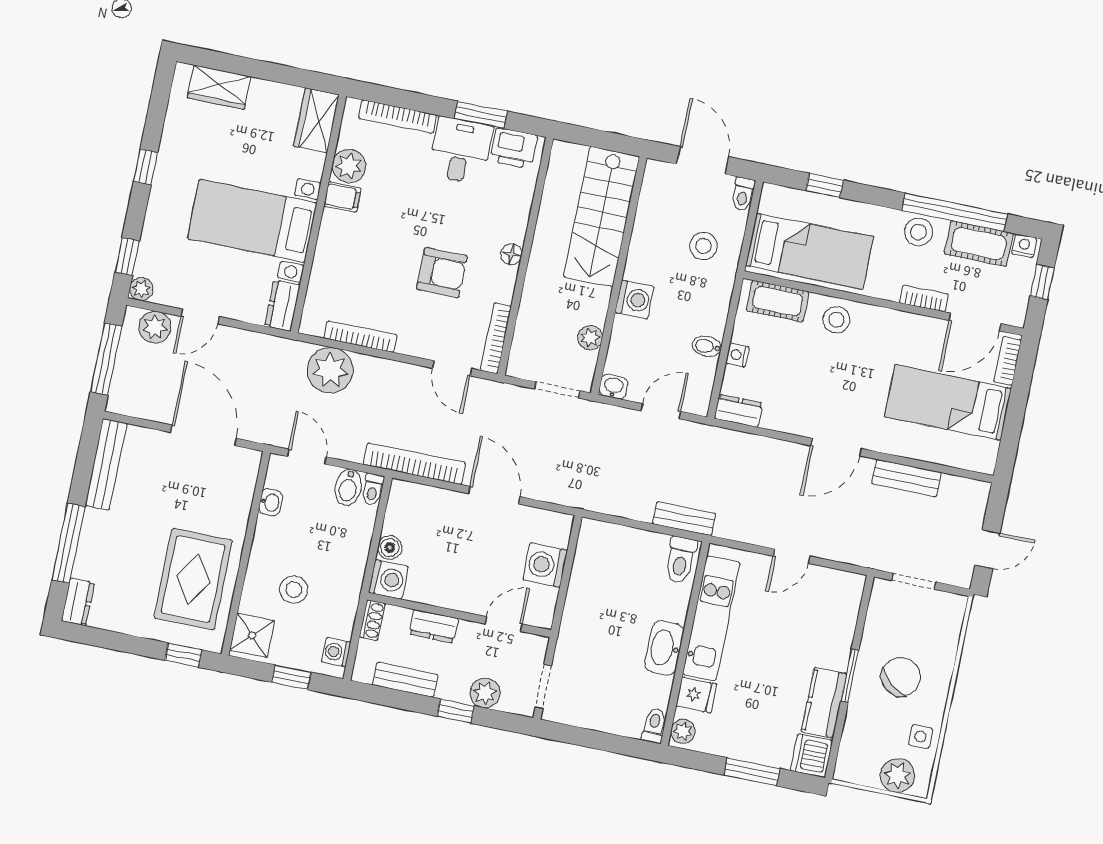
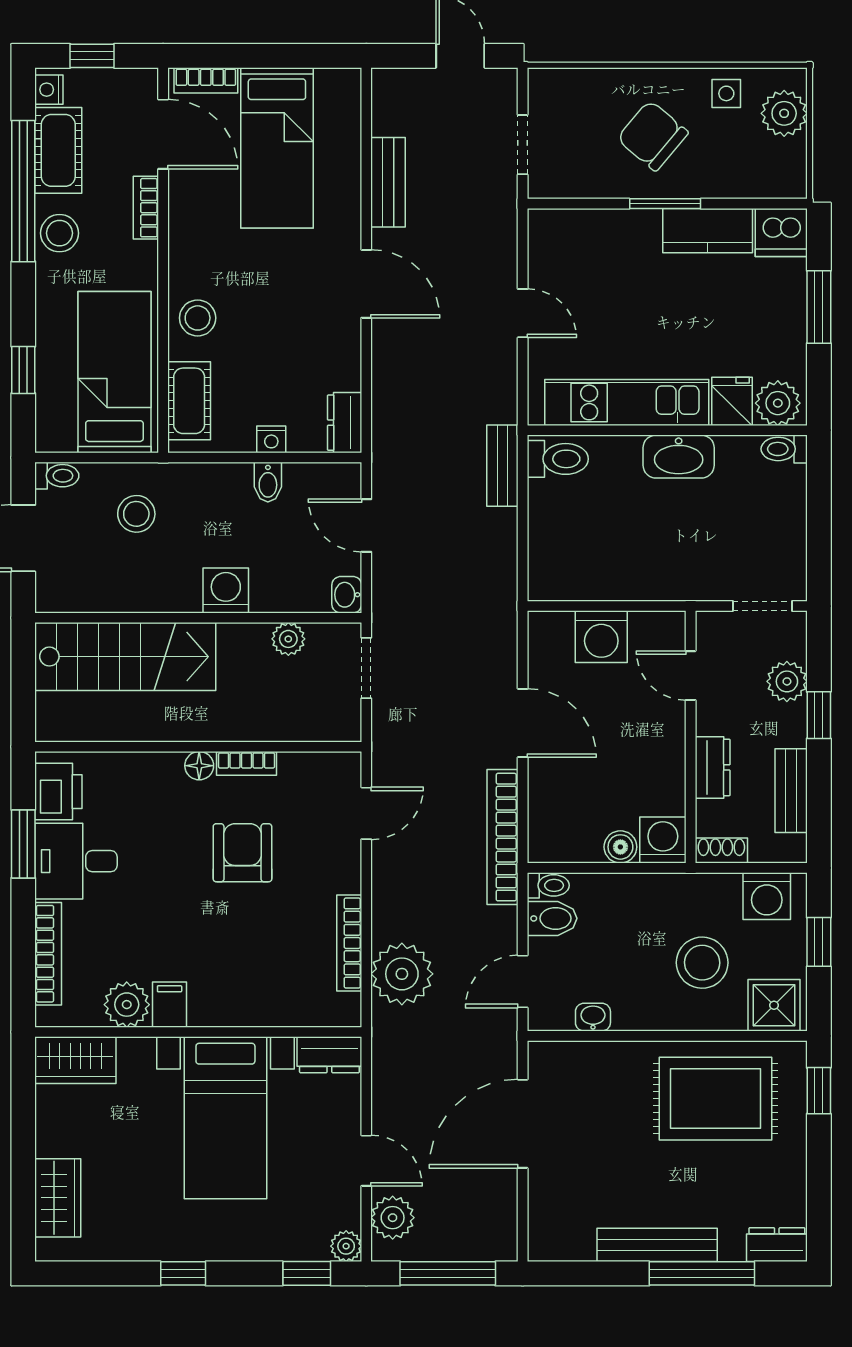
bookcase: (496, 338) -> (247, 763), moved, width x0.64
bench: (106, 464) -> (657, 1245), moved
door: (494, 495) -> (523, 723), swing flipped
stool: (294, 590) -> (702, 963), width x1.38, depth x1.38
washing machine: (336, 652) -> (767, 896), width x1.38, depth x1.38
plant: (683, 731) -> (778, 403), width x1.38, depth x1.38

